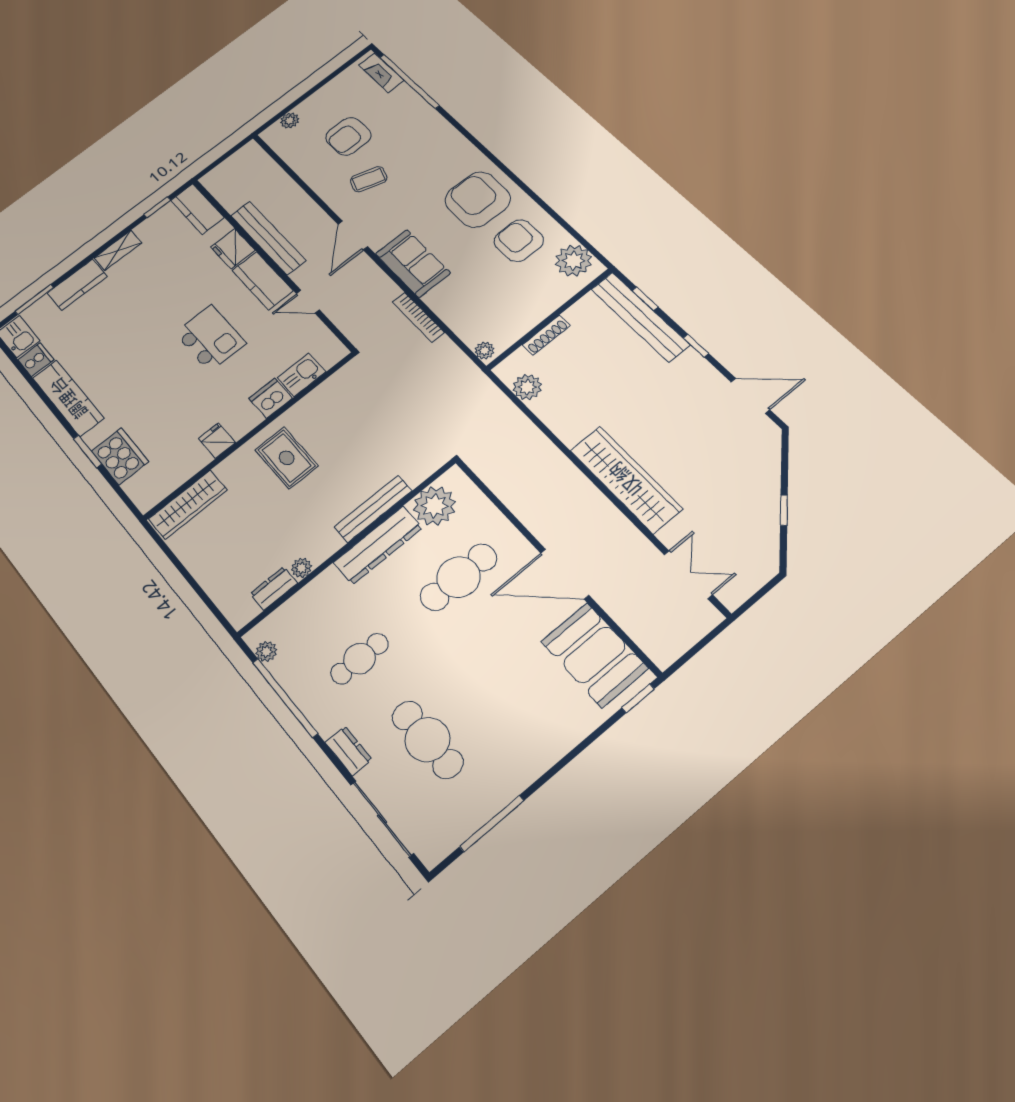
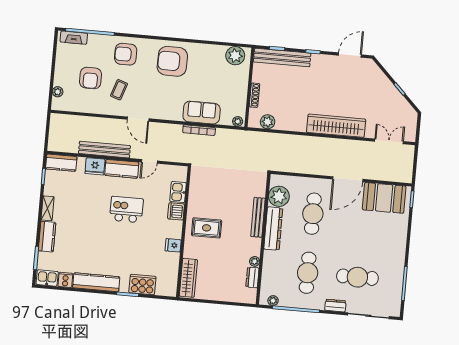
armchair: (519, 241) -> (126, 54), moved
sofa: (413, 263) -> (202, 113), moved
cafe table: (359, 659) -> (308, 273), width x1.37, depth x1.35

